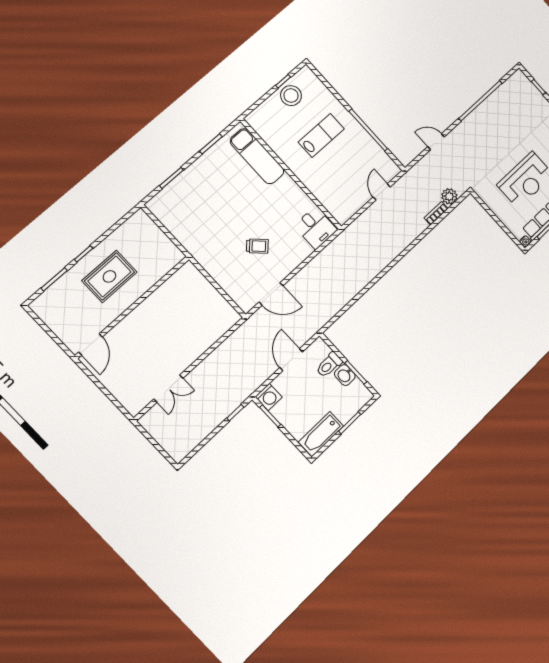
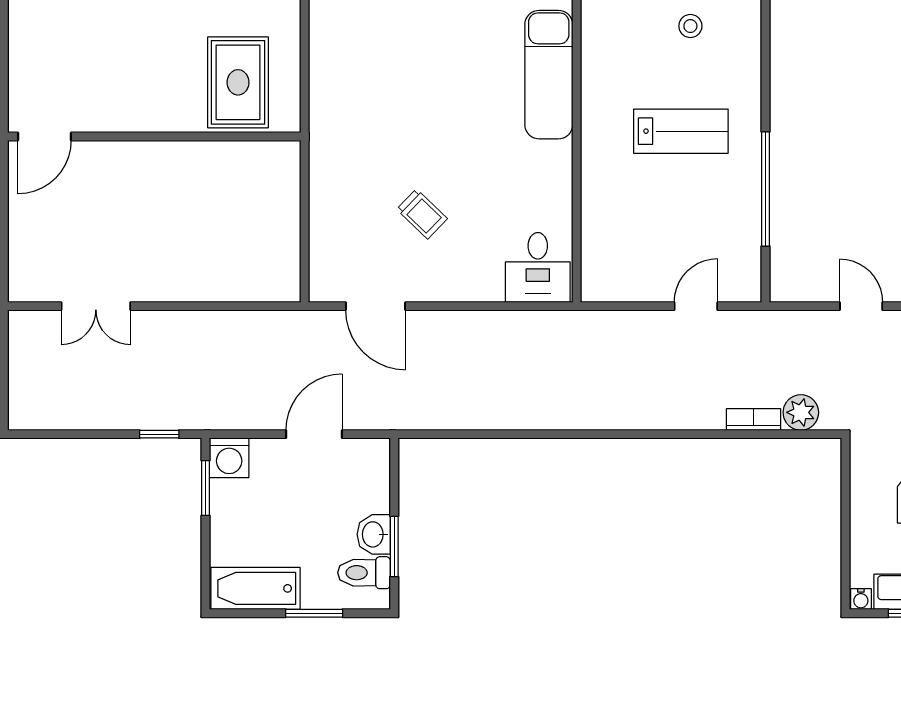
stool: (291, 96) -> (690, 26), width x0.53, depth x0.53
rug: (109, 276) -> (238, 82), moved, turned 90
toilet: (329, 365) -> (364, 573), moved

